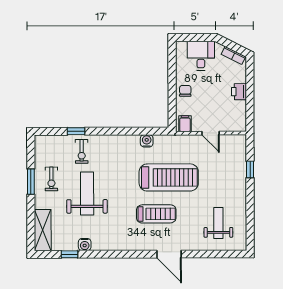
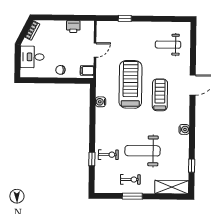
printer: (239, 92) -> (73, 27), moved
water cooler: (85, 245) -> (184, 129), moved

